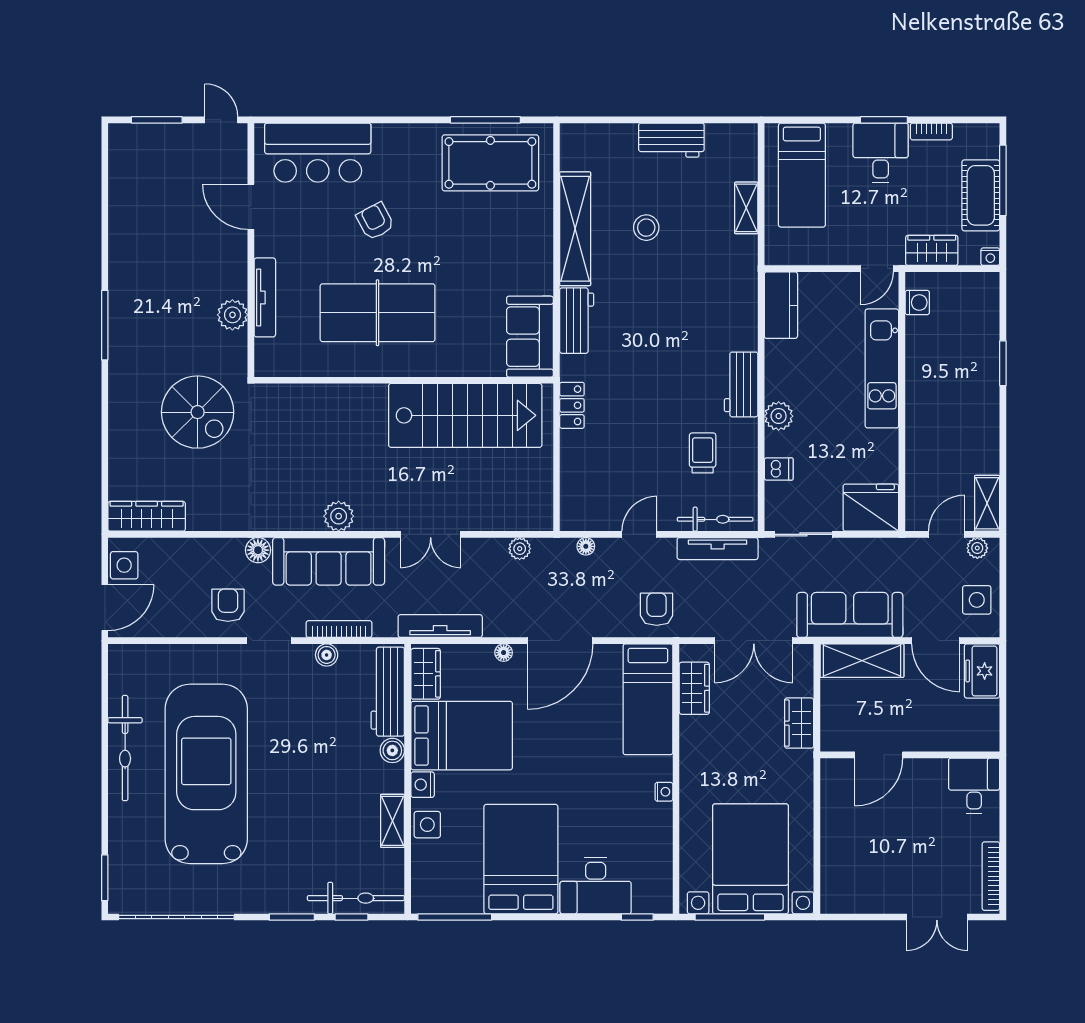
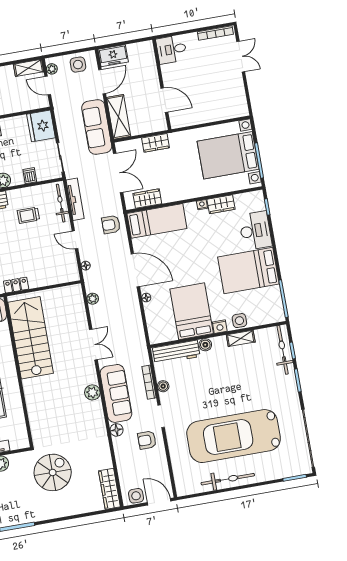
tv unit: (440, 626) -> (139, 332), removed
wardrobe: (426, 674) -> (221, 204), moved, turned 180

